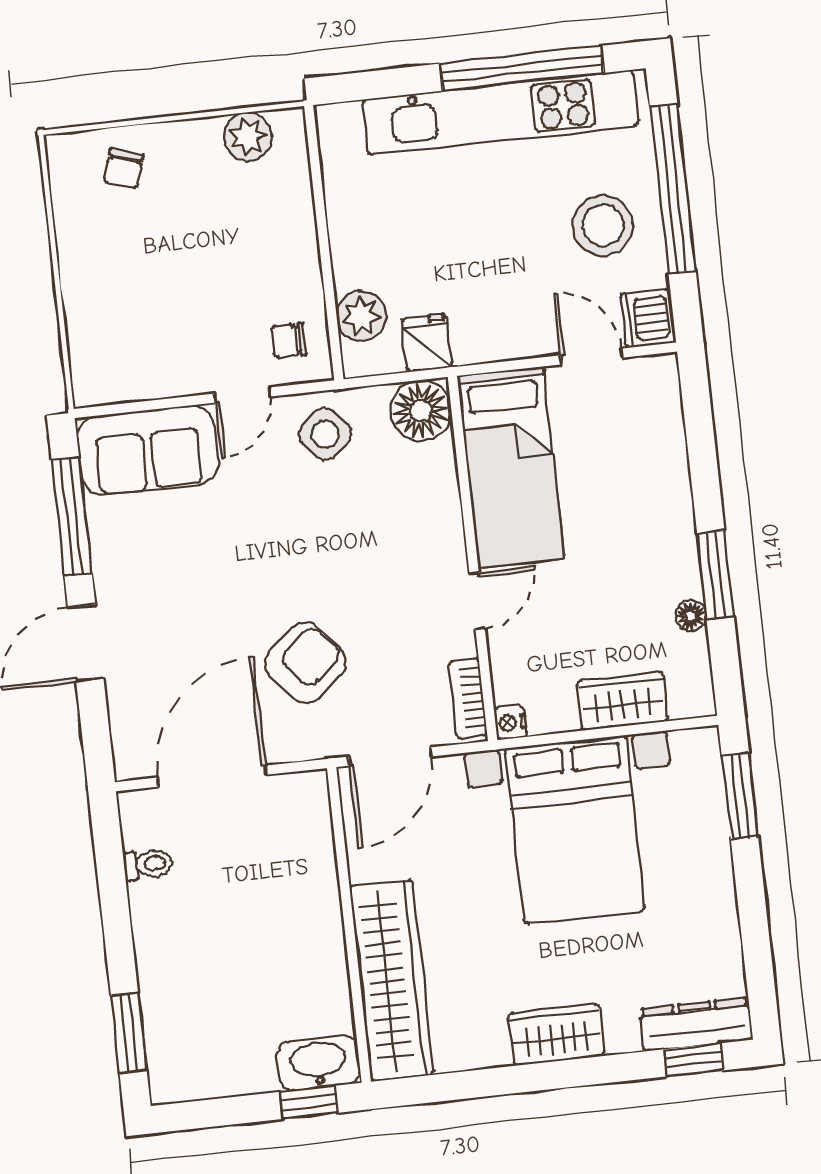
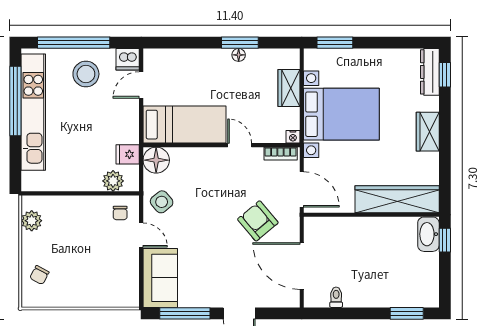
chair: (124, 169) -> (39, 275), turned 101
floor lamp: (691, 616) -> (239, 55), moved

